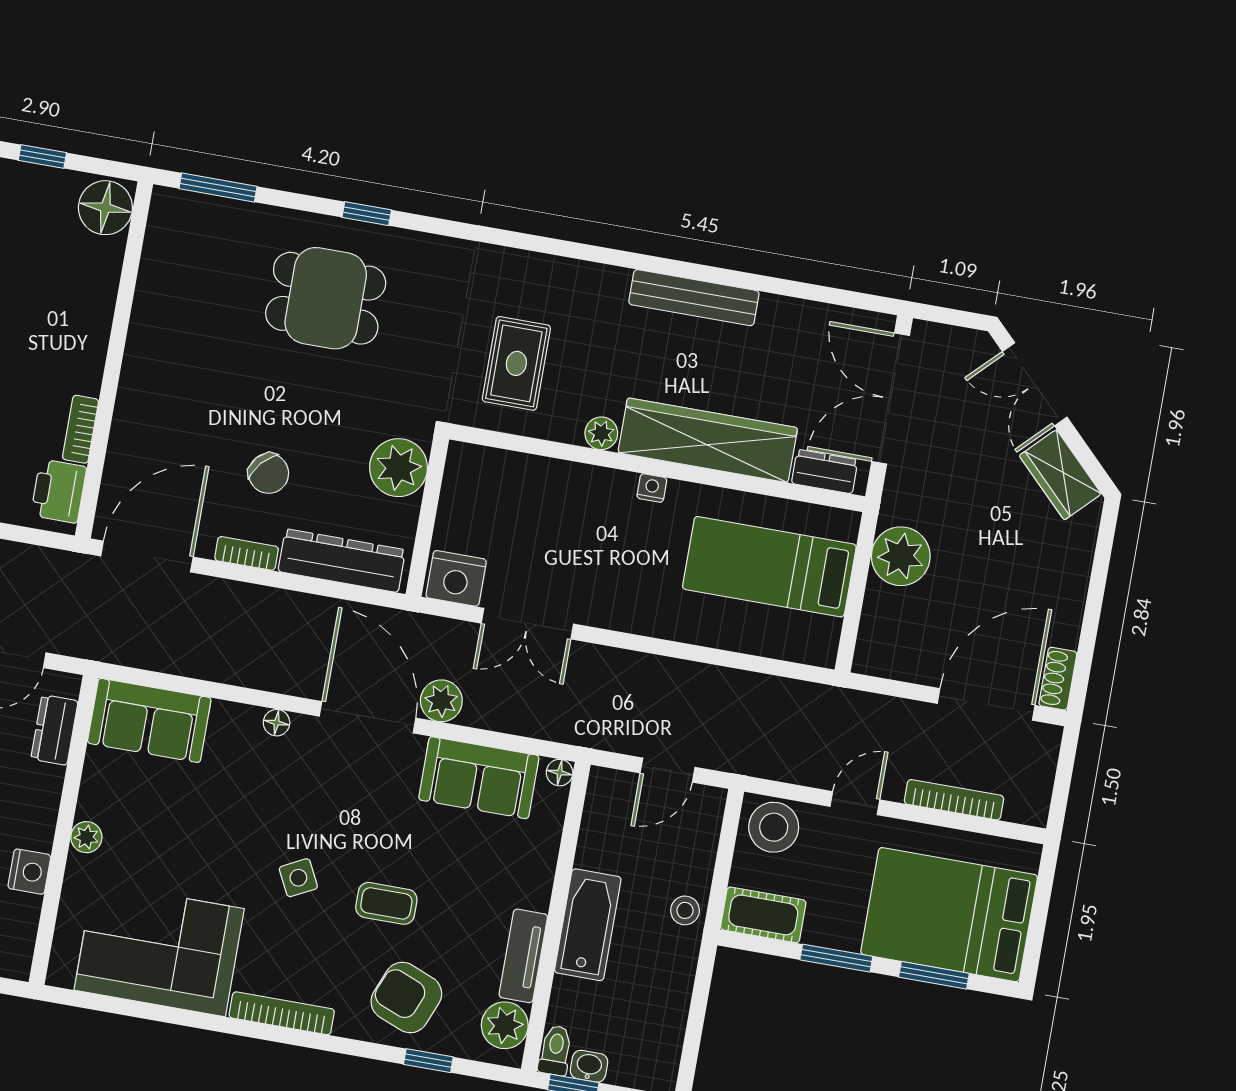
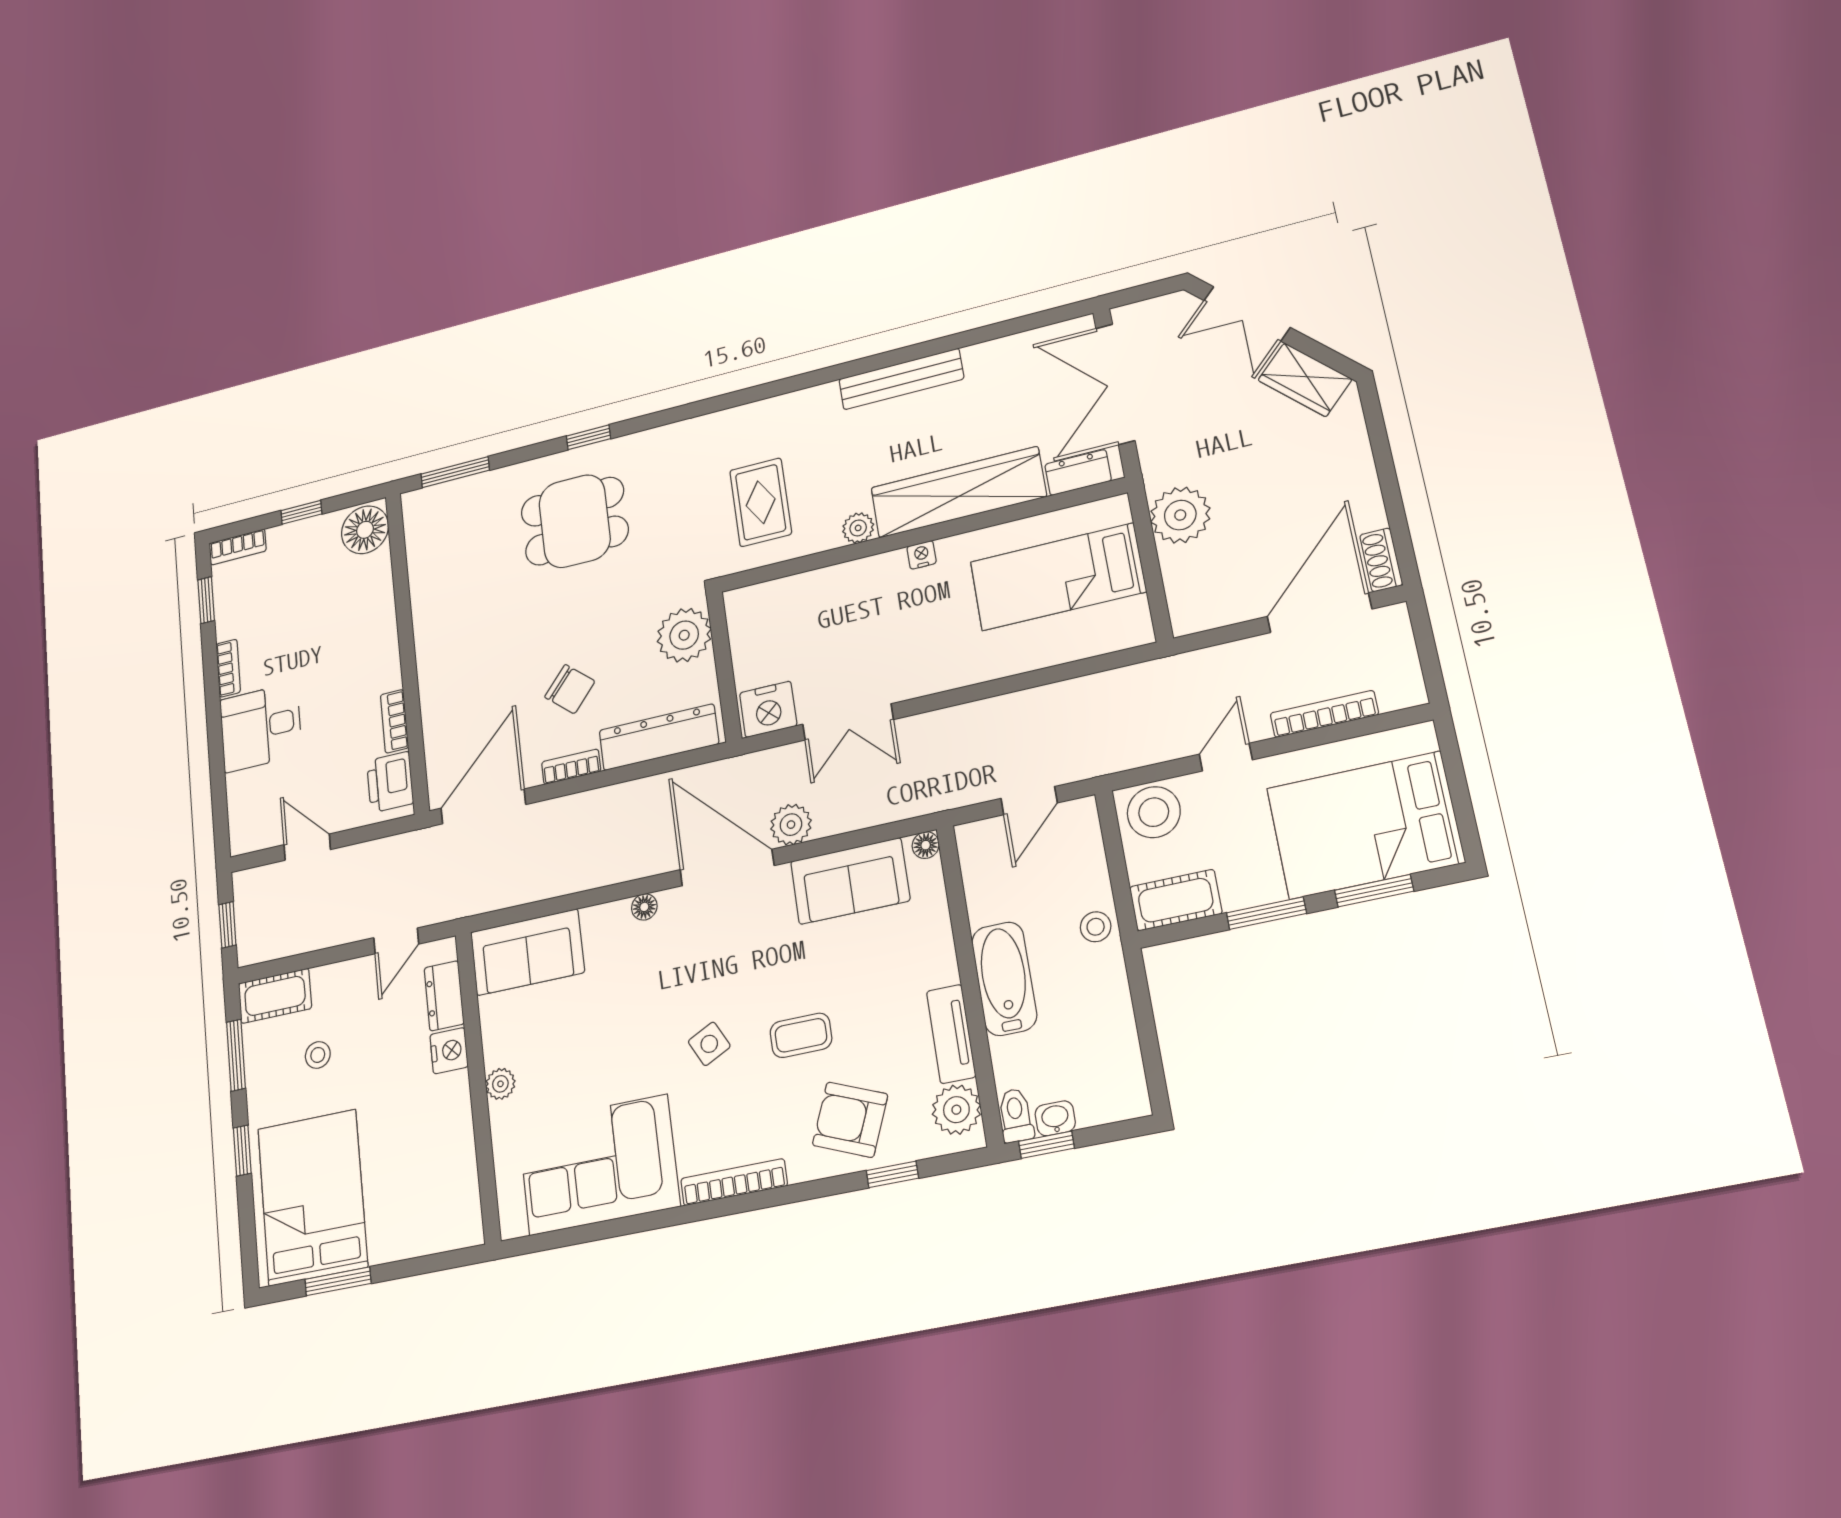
nightstand: (29, 872) -> (449, 1051), moved

